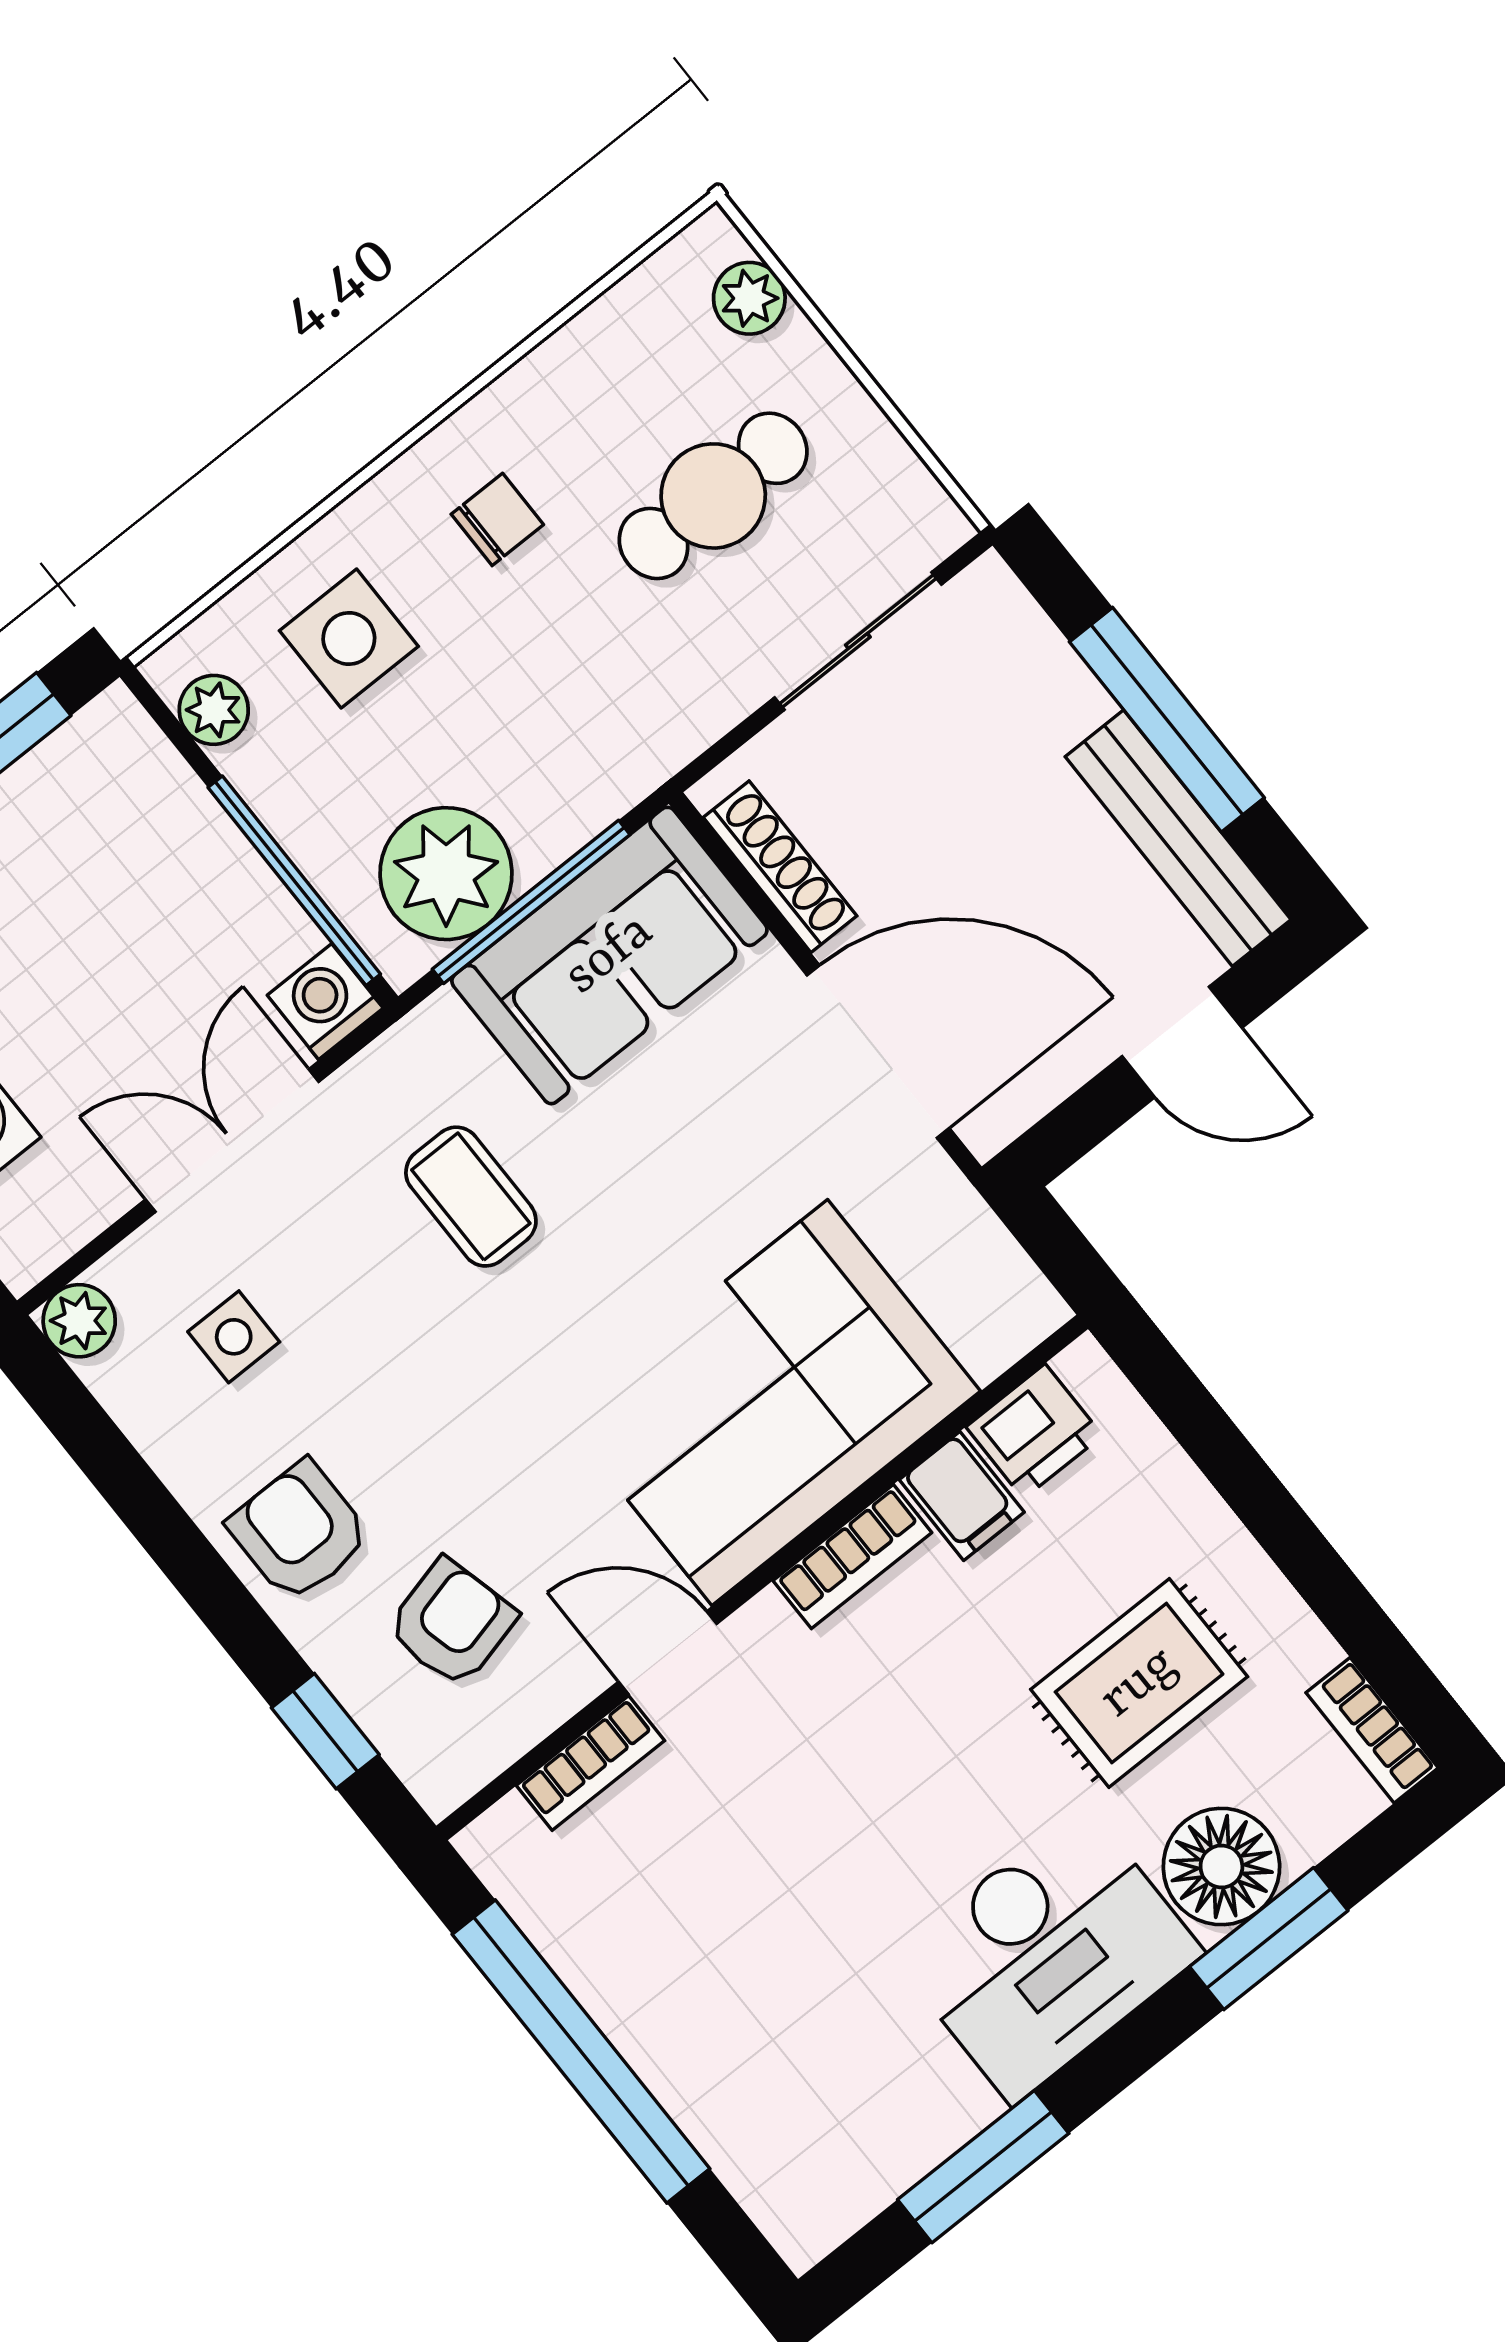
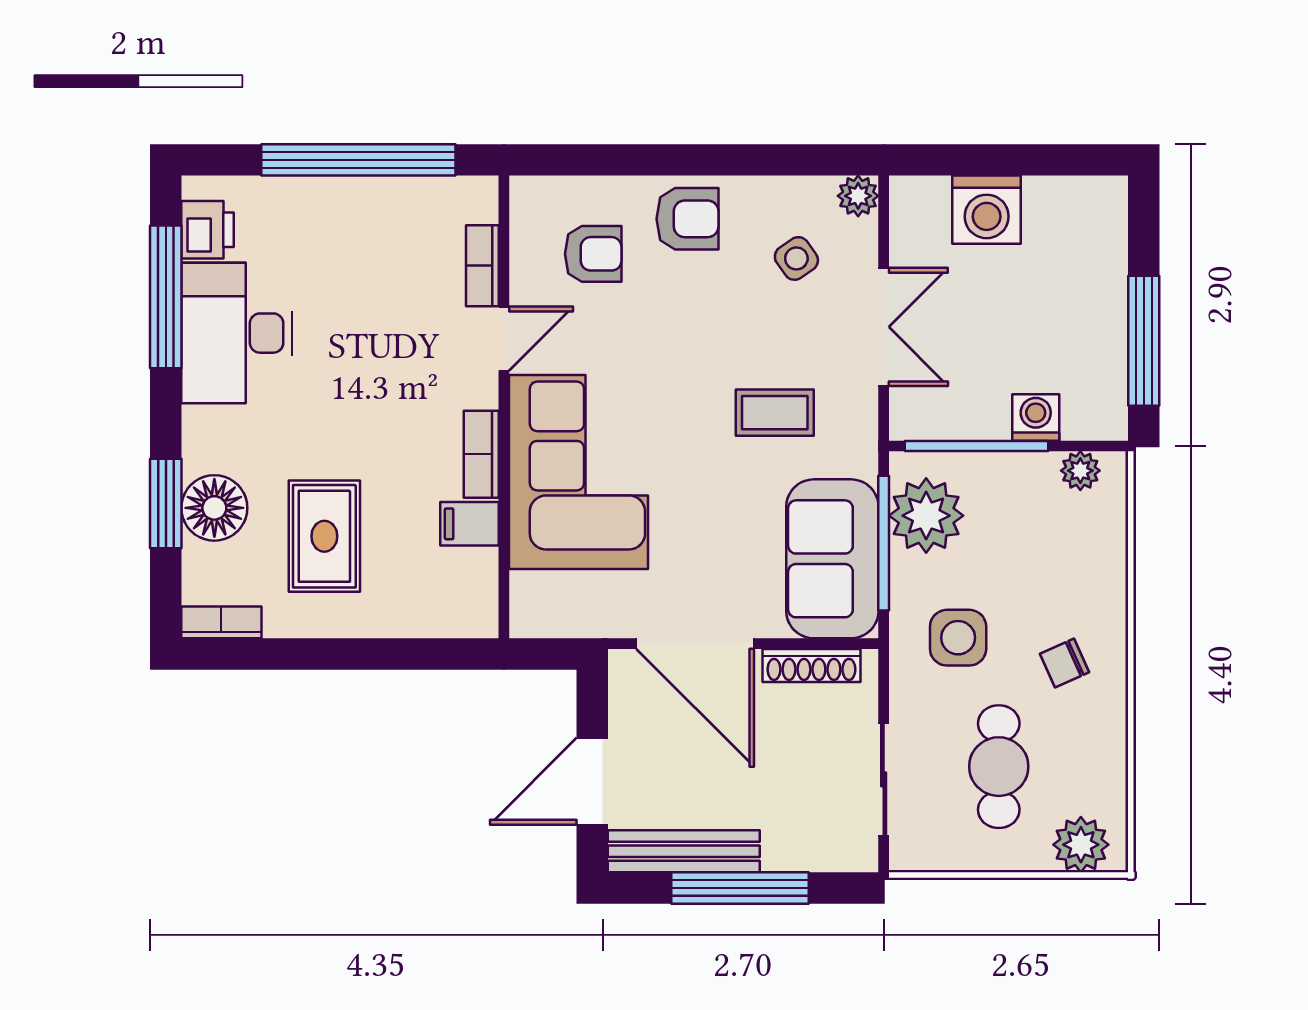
plant: (749, 298) -> (1081, 845), width x1.38, depth x1.38
chair: (497, 519) -> (1064, 663), turned 66
side table: (349, 639) -> (958, 638), moved
washing machine: (325, 1002) -> (1036, 417), moved, turned -90
door: (1182, 1042) -> (592, 781), width x1.38
door: (878, 1052) -> (695, 644), hinge flipped
side table: (234, 1337) -> (796, 258), turned -35
printer: (1034, 1431) -> (208, 230), moved, turned 180
armchair: (452, 1623) -> (593, 254), turned -76
window: (325, 1731) -> (590, 160), removed
desk: (1048, 1954) -> (237, 333), moved
window: (983, 2167) -> (166, 297), width x1.44

